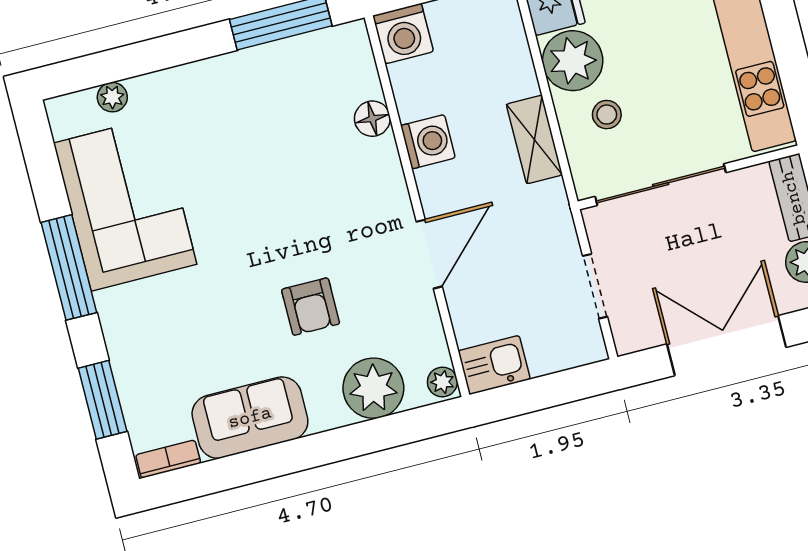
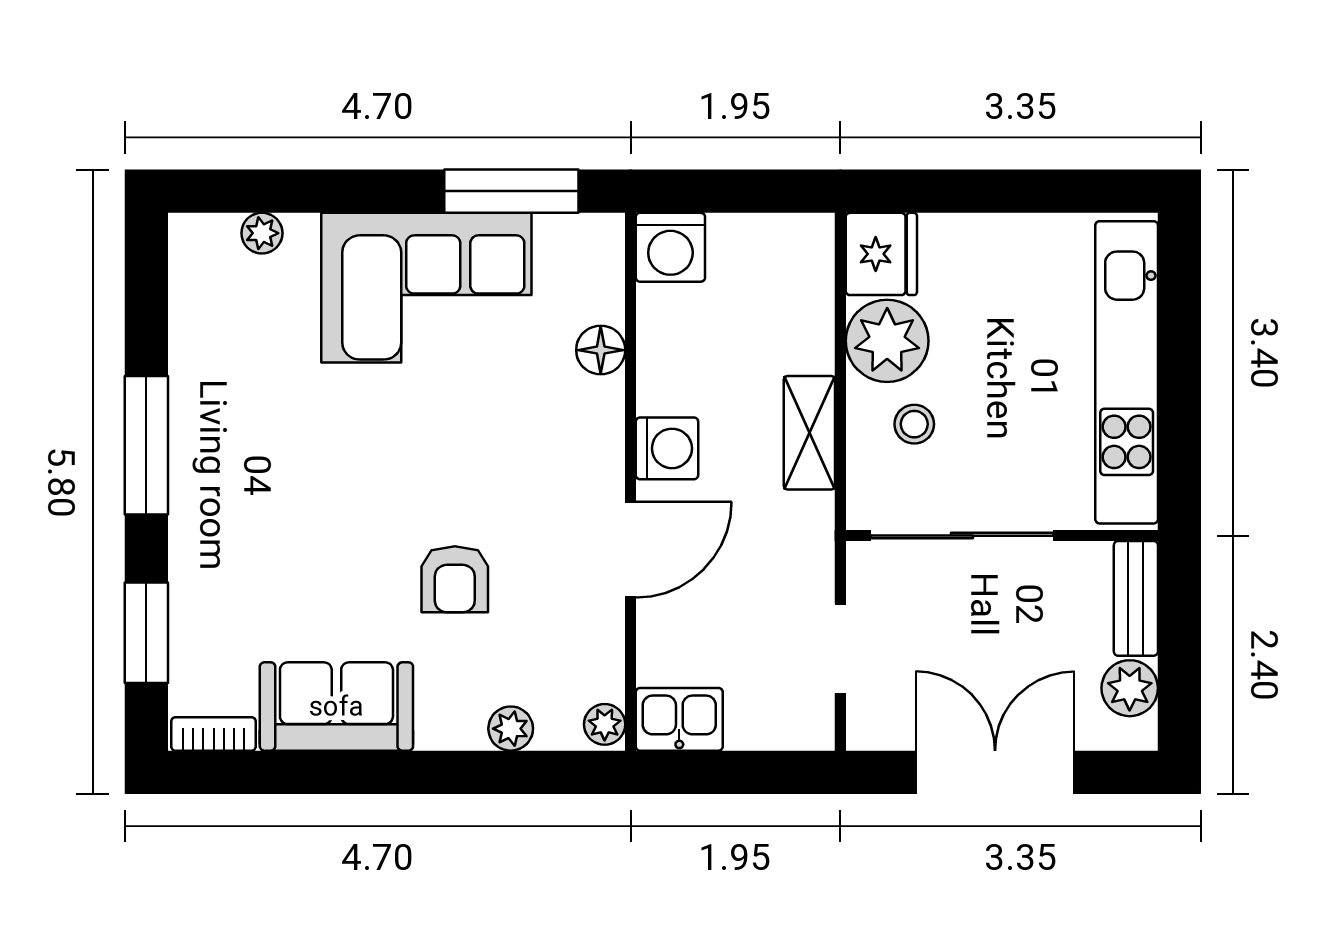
washing machine: (428, 142) -> (667, 448), moved
corner sofa: (125, 204) -> (426, 288), moved, turned 90
plant: (373, 388) -> (511, 729), width x0.53, depth x0.53

